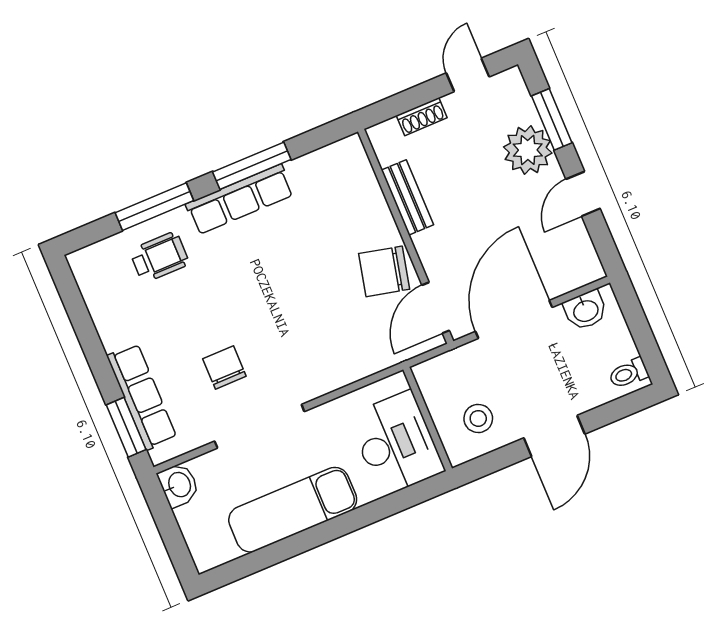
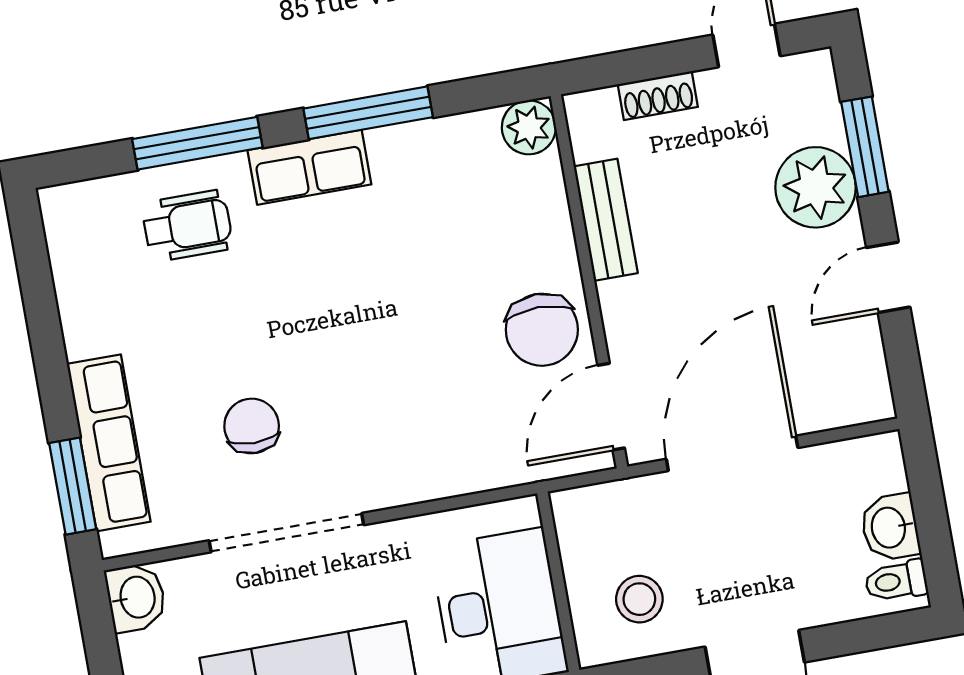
plant: (349, 153) -> (529, 127), added
row of seats: (240, 199) -> (309, 167), width x0.68
chair: (384, 271) -> (542, 330), turned -103
washbasin: (585, 310) -> (890, 527), moved, turned 90

